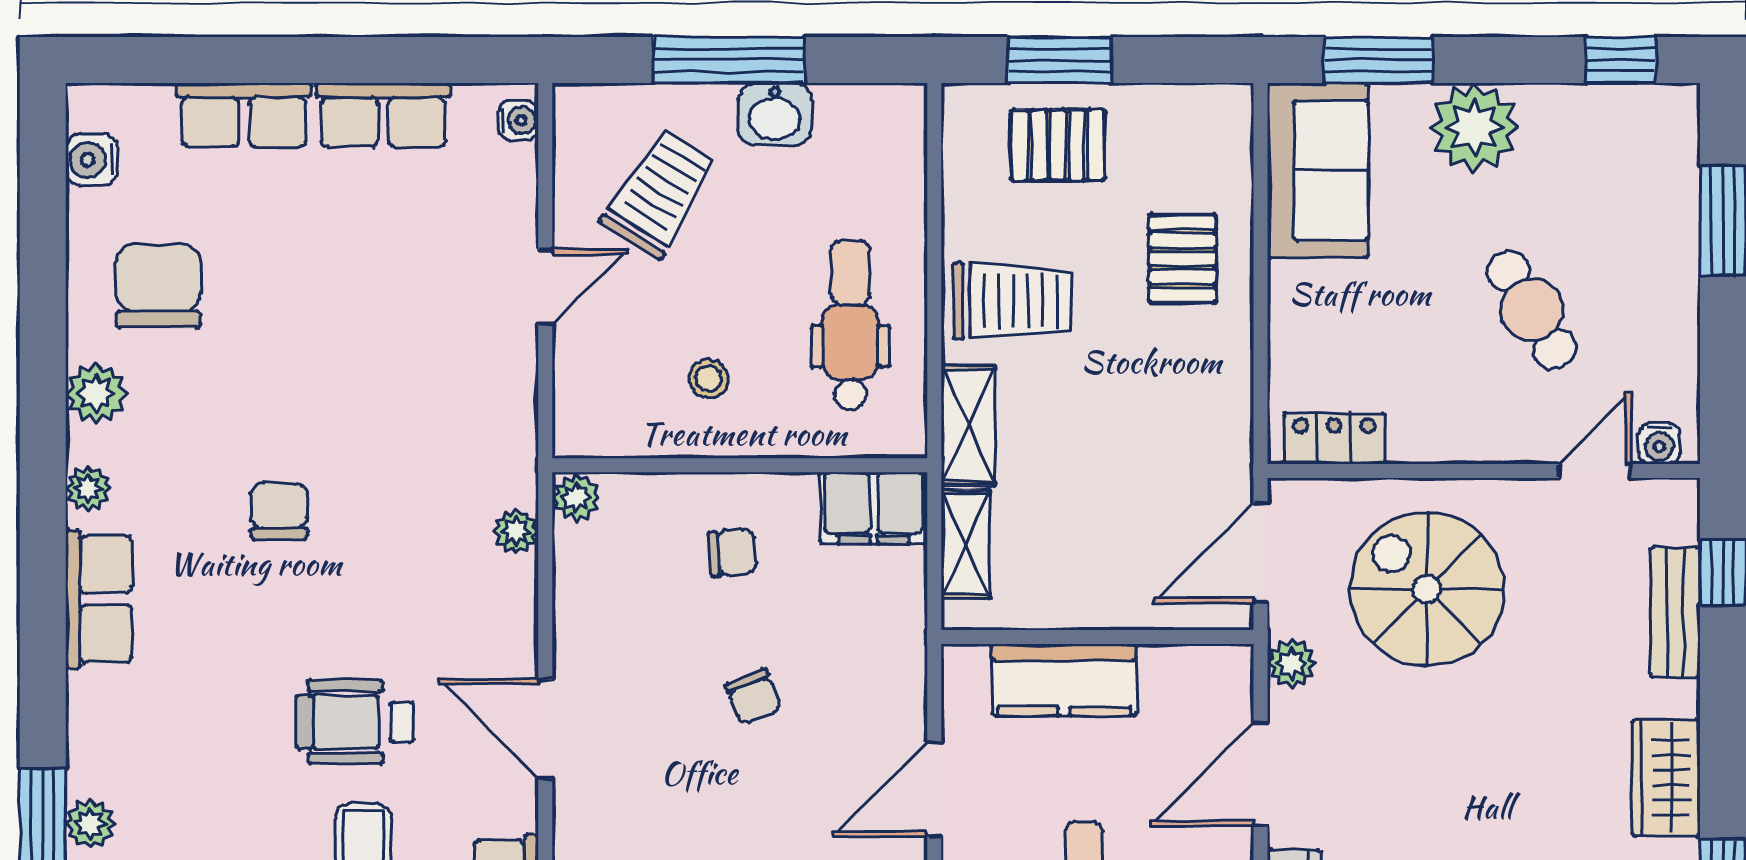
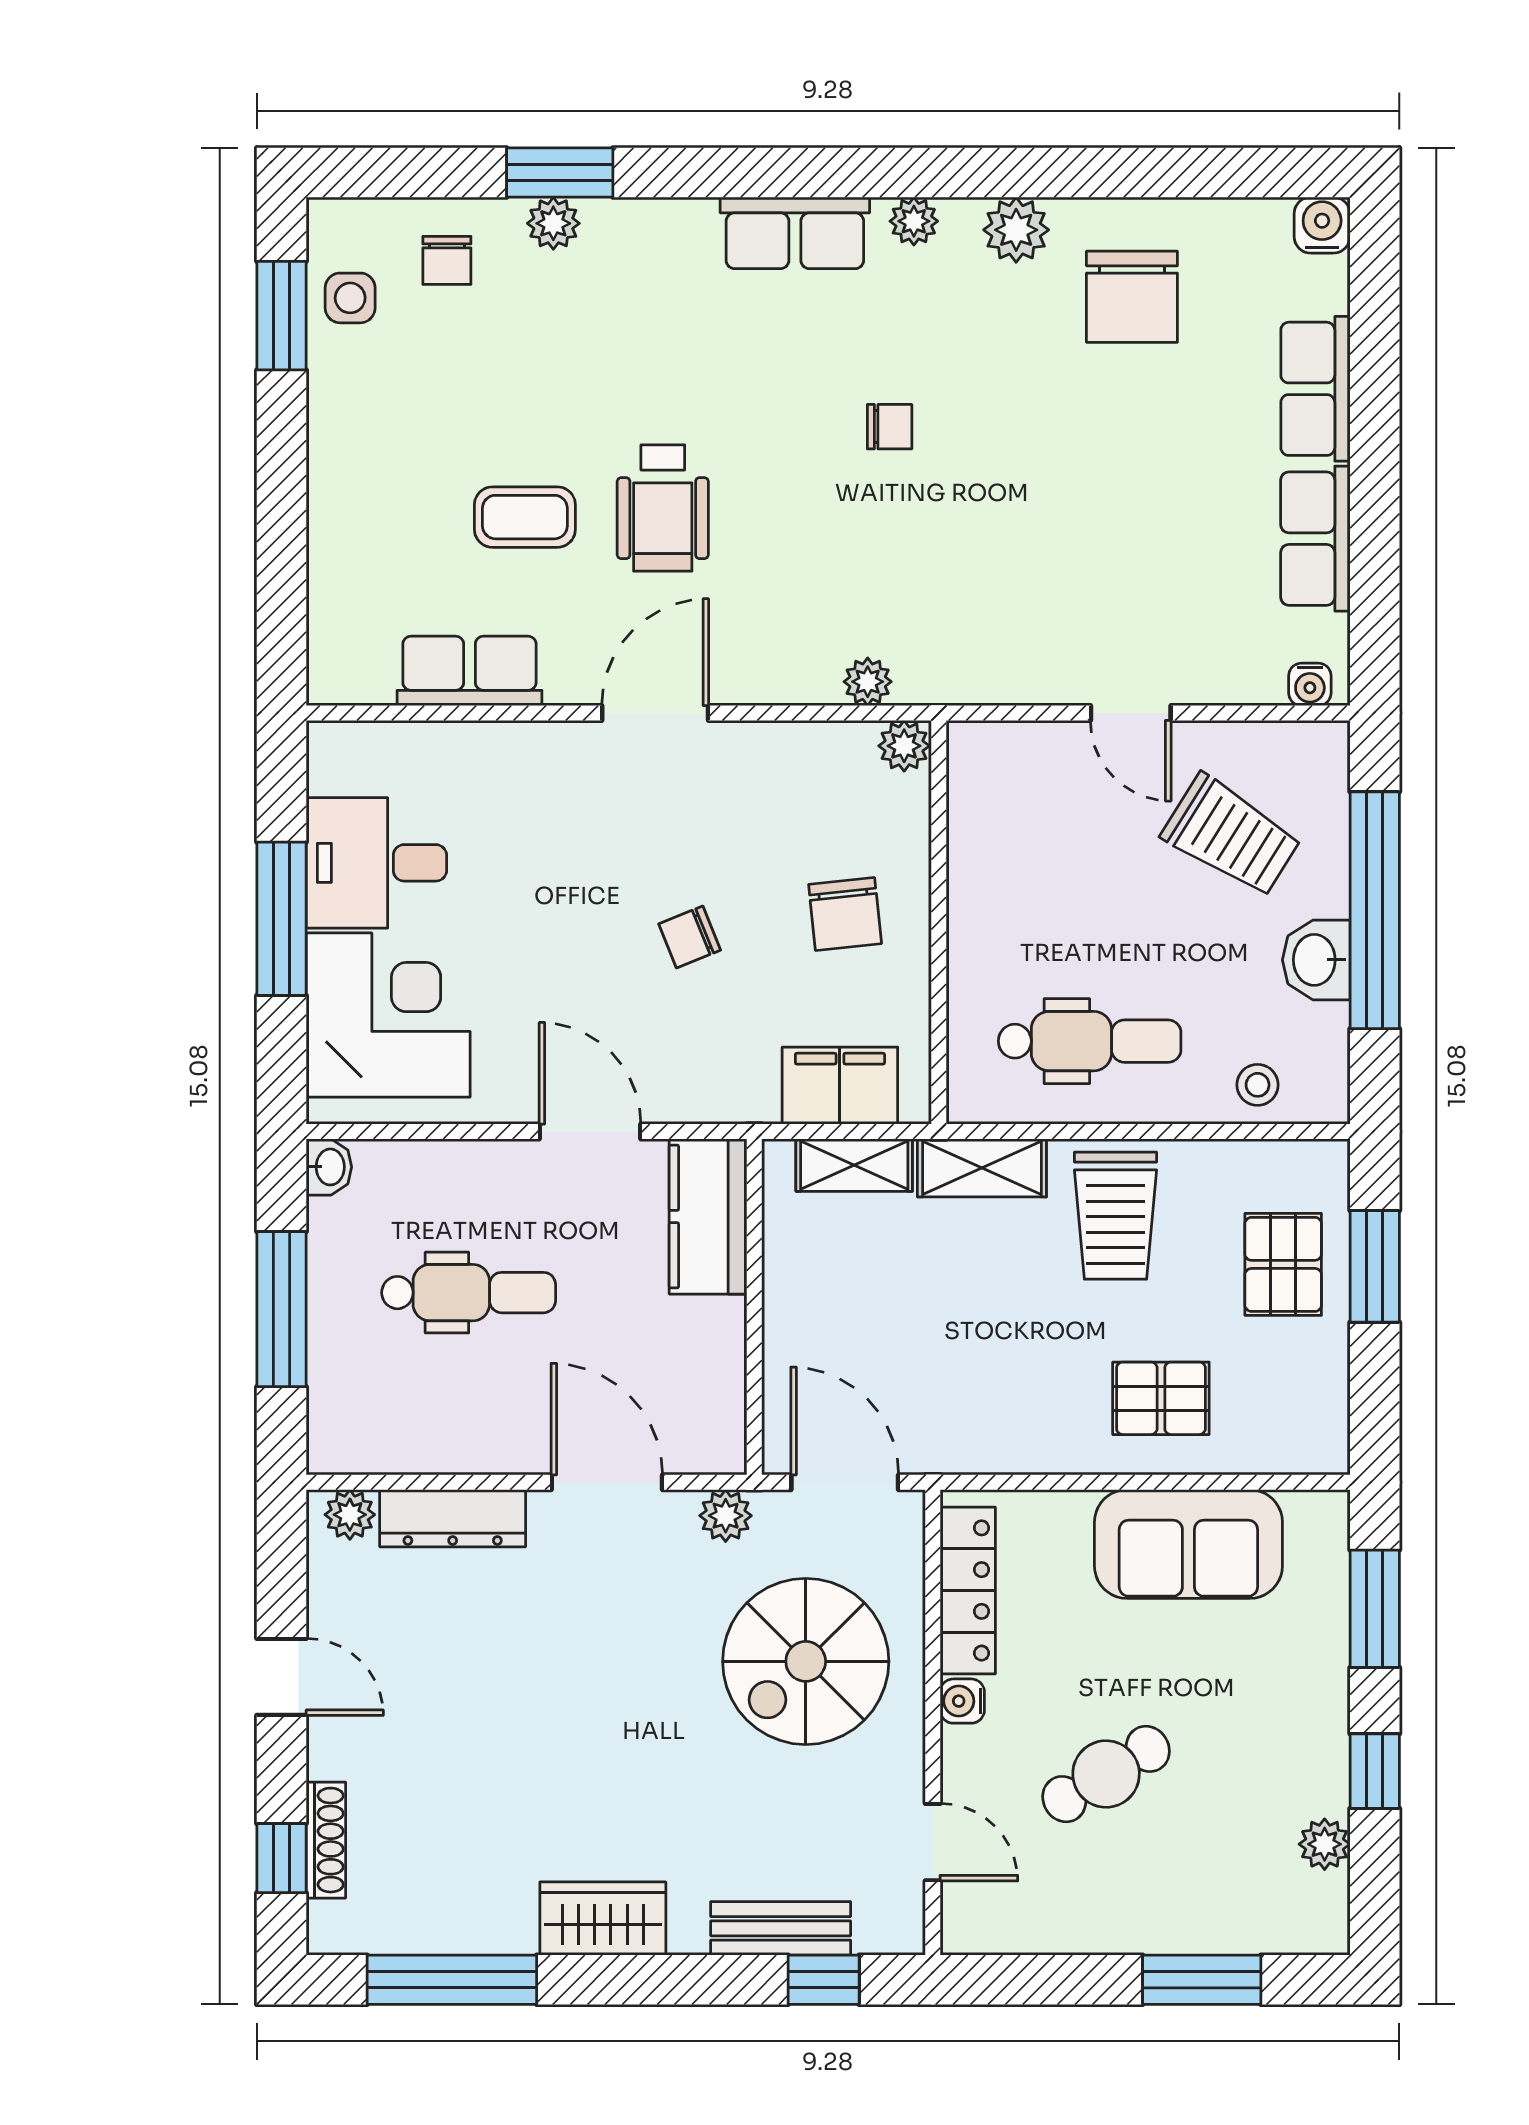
window: (729, 60) -> (1375, 910), width x1.46
window: (1621, 60) -> (1375, 1771), moved
plant: (1474, 127) -> (1325, 1844), moved, width x0.53, depth x0.53
water cooler: (92, 160) -> (1322, 225), moved
sofa: (1318, 170) -> (1188, 1544), moved
chair: (158, 286) -> (1132, 297), turned 90
stool: (708, 379) -> (1258, 1085), moved
locker: (1334, 438) -> (968, 1590), width x1.53
water cooler: (1659, 443) -> (962, 1701), moved
filing cabinet: (874, 508) -> (840, 1086), moved, turned 90
chair: (279, 511) -> (890, 427), width x0.73, depth x0.73
chair: (732, 552) -> (845, 914), width x1.37, depth x1.37
spiral stairs: (1427, 589) -> (806, 1661), turned 180
kitchen counter: (1064, 680) -> (708, 1216), moved
wheelchair: (355, 722) -> (663, 508), turned 180

